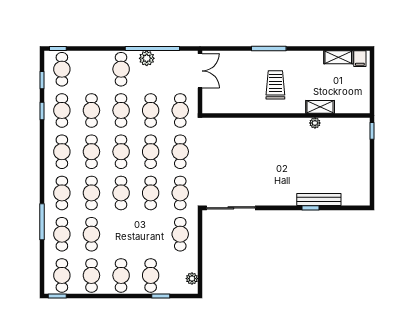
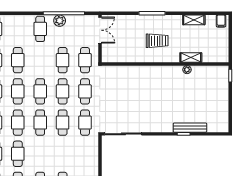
shelving: (338, 57) -> (194, 20), moved
trolley: (275, 85) -> (157, 41), turned 90
cafe table: (121, 110) -> (40, 60), removed
cafe table: (180, 234) -> (85, 154), removed

